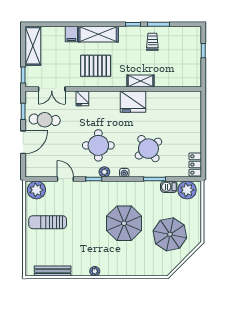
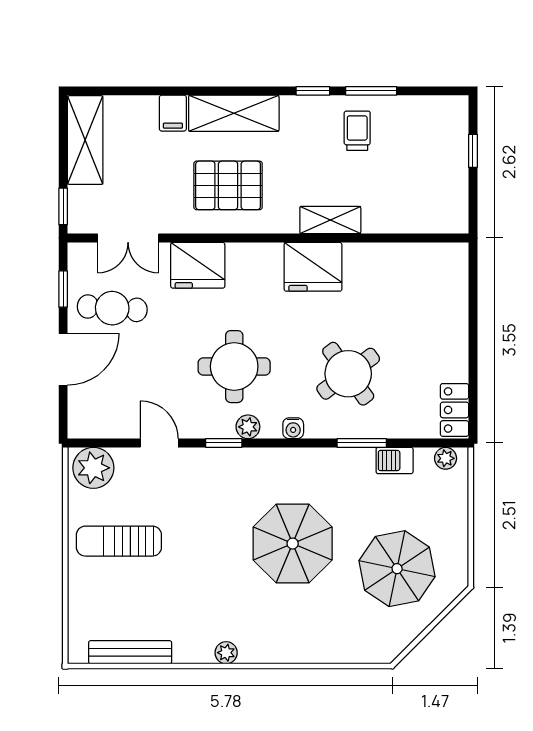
fridge: (82, 98) -> (198, 265), width x1.88, depth x1.34
plant: (187, 190) -> (446, 458), width x0.53, depth x0.53

